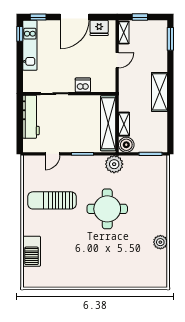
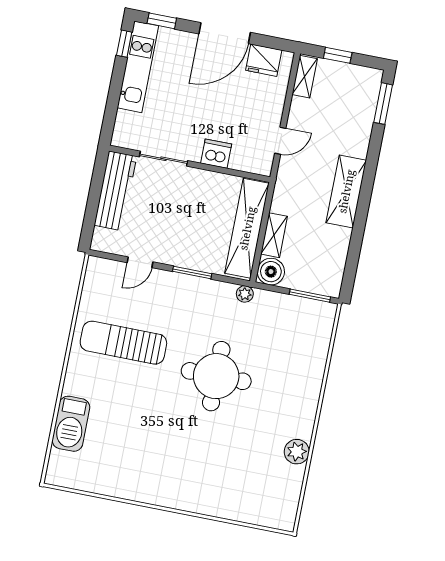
door: (117, 60) -> (280, 141), moved
plant: (114, 164) -> (245, 294), width x0.53, depth x0.53

